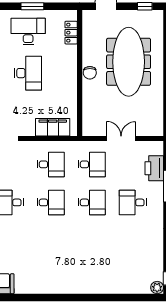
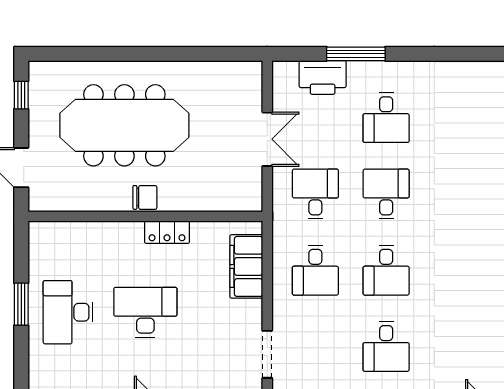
locker: (71, 33) -> (167, 232), moved
double door: (121, 139) -> (267, 139), swing flipped
desk: (51, 164) -> (315, 270), turned 180
desk: (51, 202) -> (386, 270), turned 180

